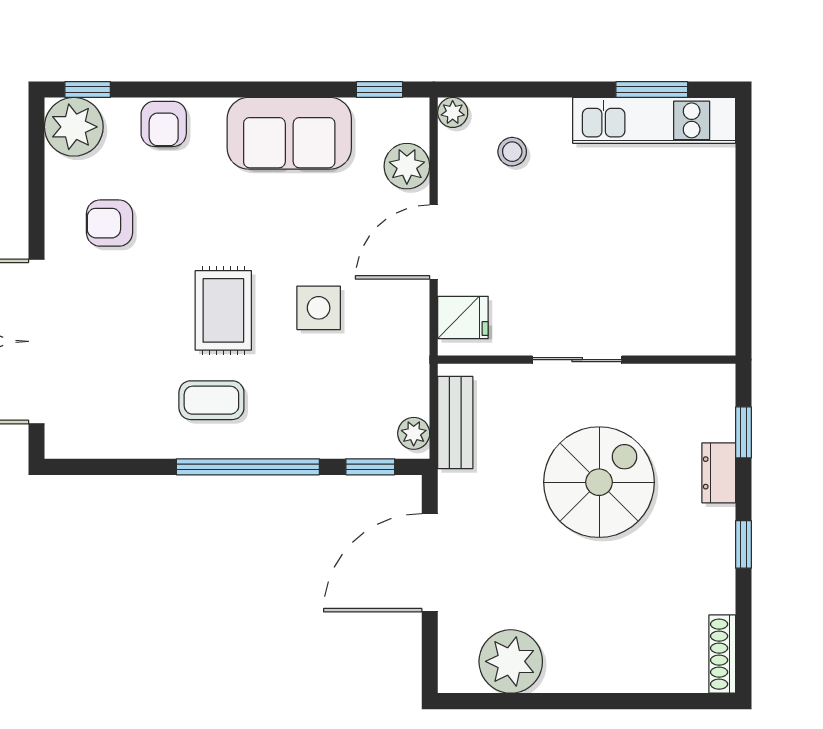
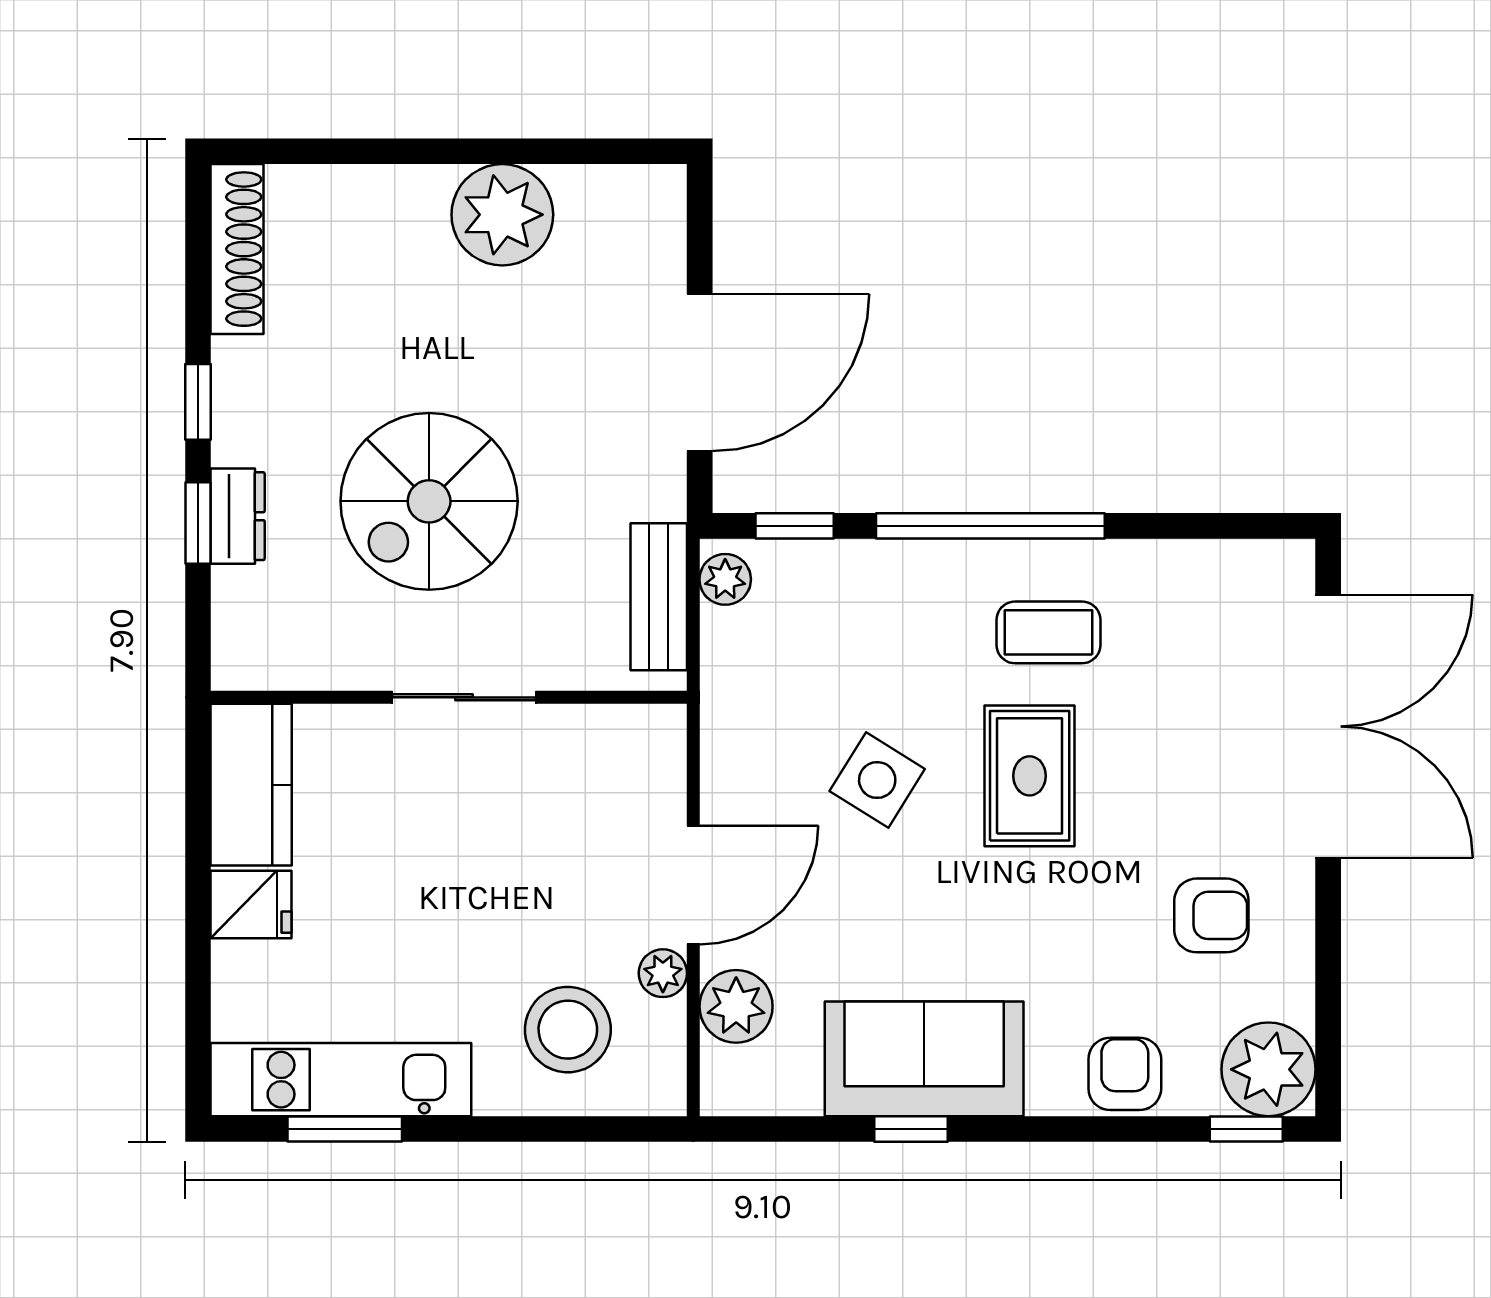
window: (380, 89) -> (911, 1129), moved
plant: (453, 112) -> (663, 973), moved
stool: (512, 152) -> (568, 1030), width x1.89, depth x1.89
kitchen counter: (710, 305) -> (251, 785), added
side table: (319, 308) -> (877, 780), turned 32
fridge: (463, 317) -> (251, 905), moved, turned 180
window: (744, 432) -> (198, 523), moved
shoe rack: (722, 654) -> (237, 249), width x1.36, depth x1.24
plant: (511, 661) -> (502, 215), moved

